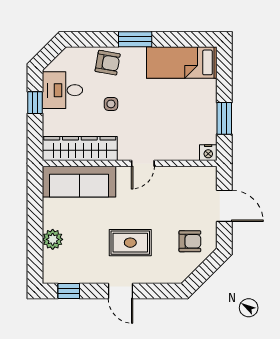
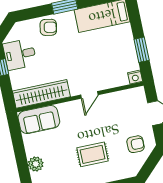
side table: (111, 104) -> (57, 57), removed
sofa: (79, 182) -> (39, 120), width x0.73

